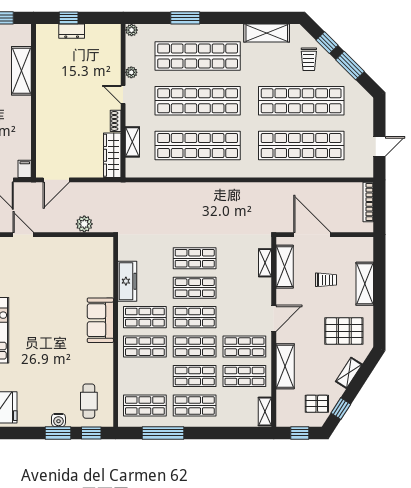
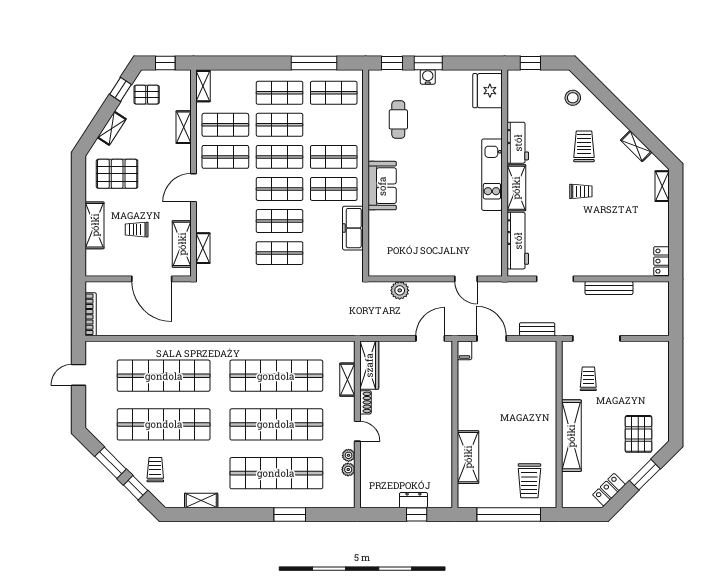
plant: (132, 30) -> (348, 470), moved
shelving: (267, 33) -> (201, 501), width x0.67, depth x0.75
shelving: (285, 366) -> (184, 127), width x0.67, depth x0.75
cafe table: (89, 401) -> (398, 119), moved

